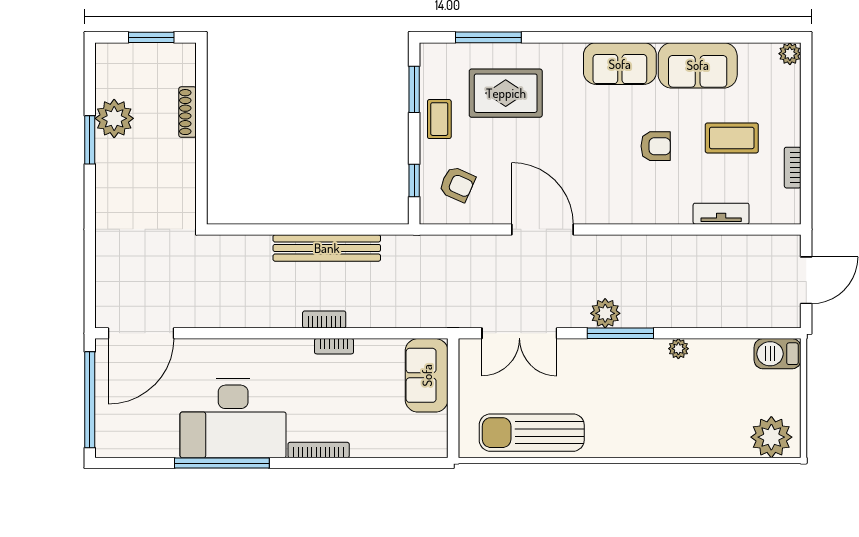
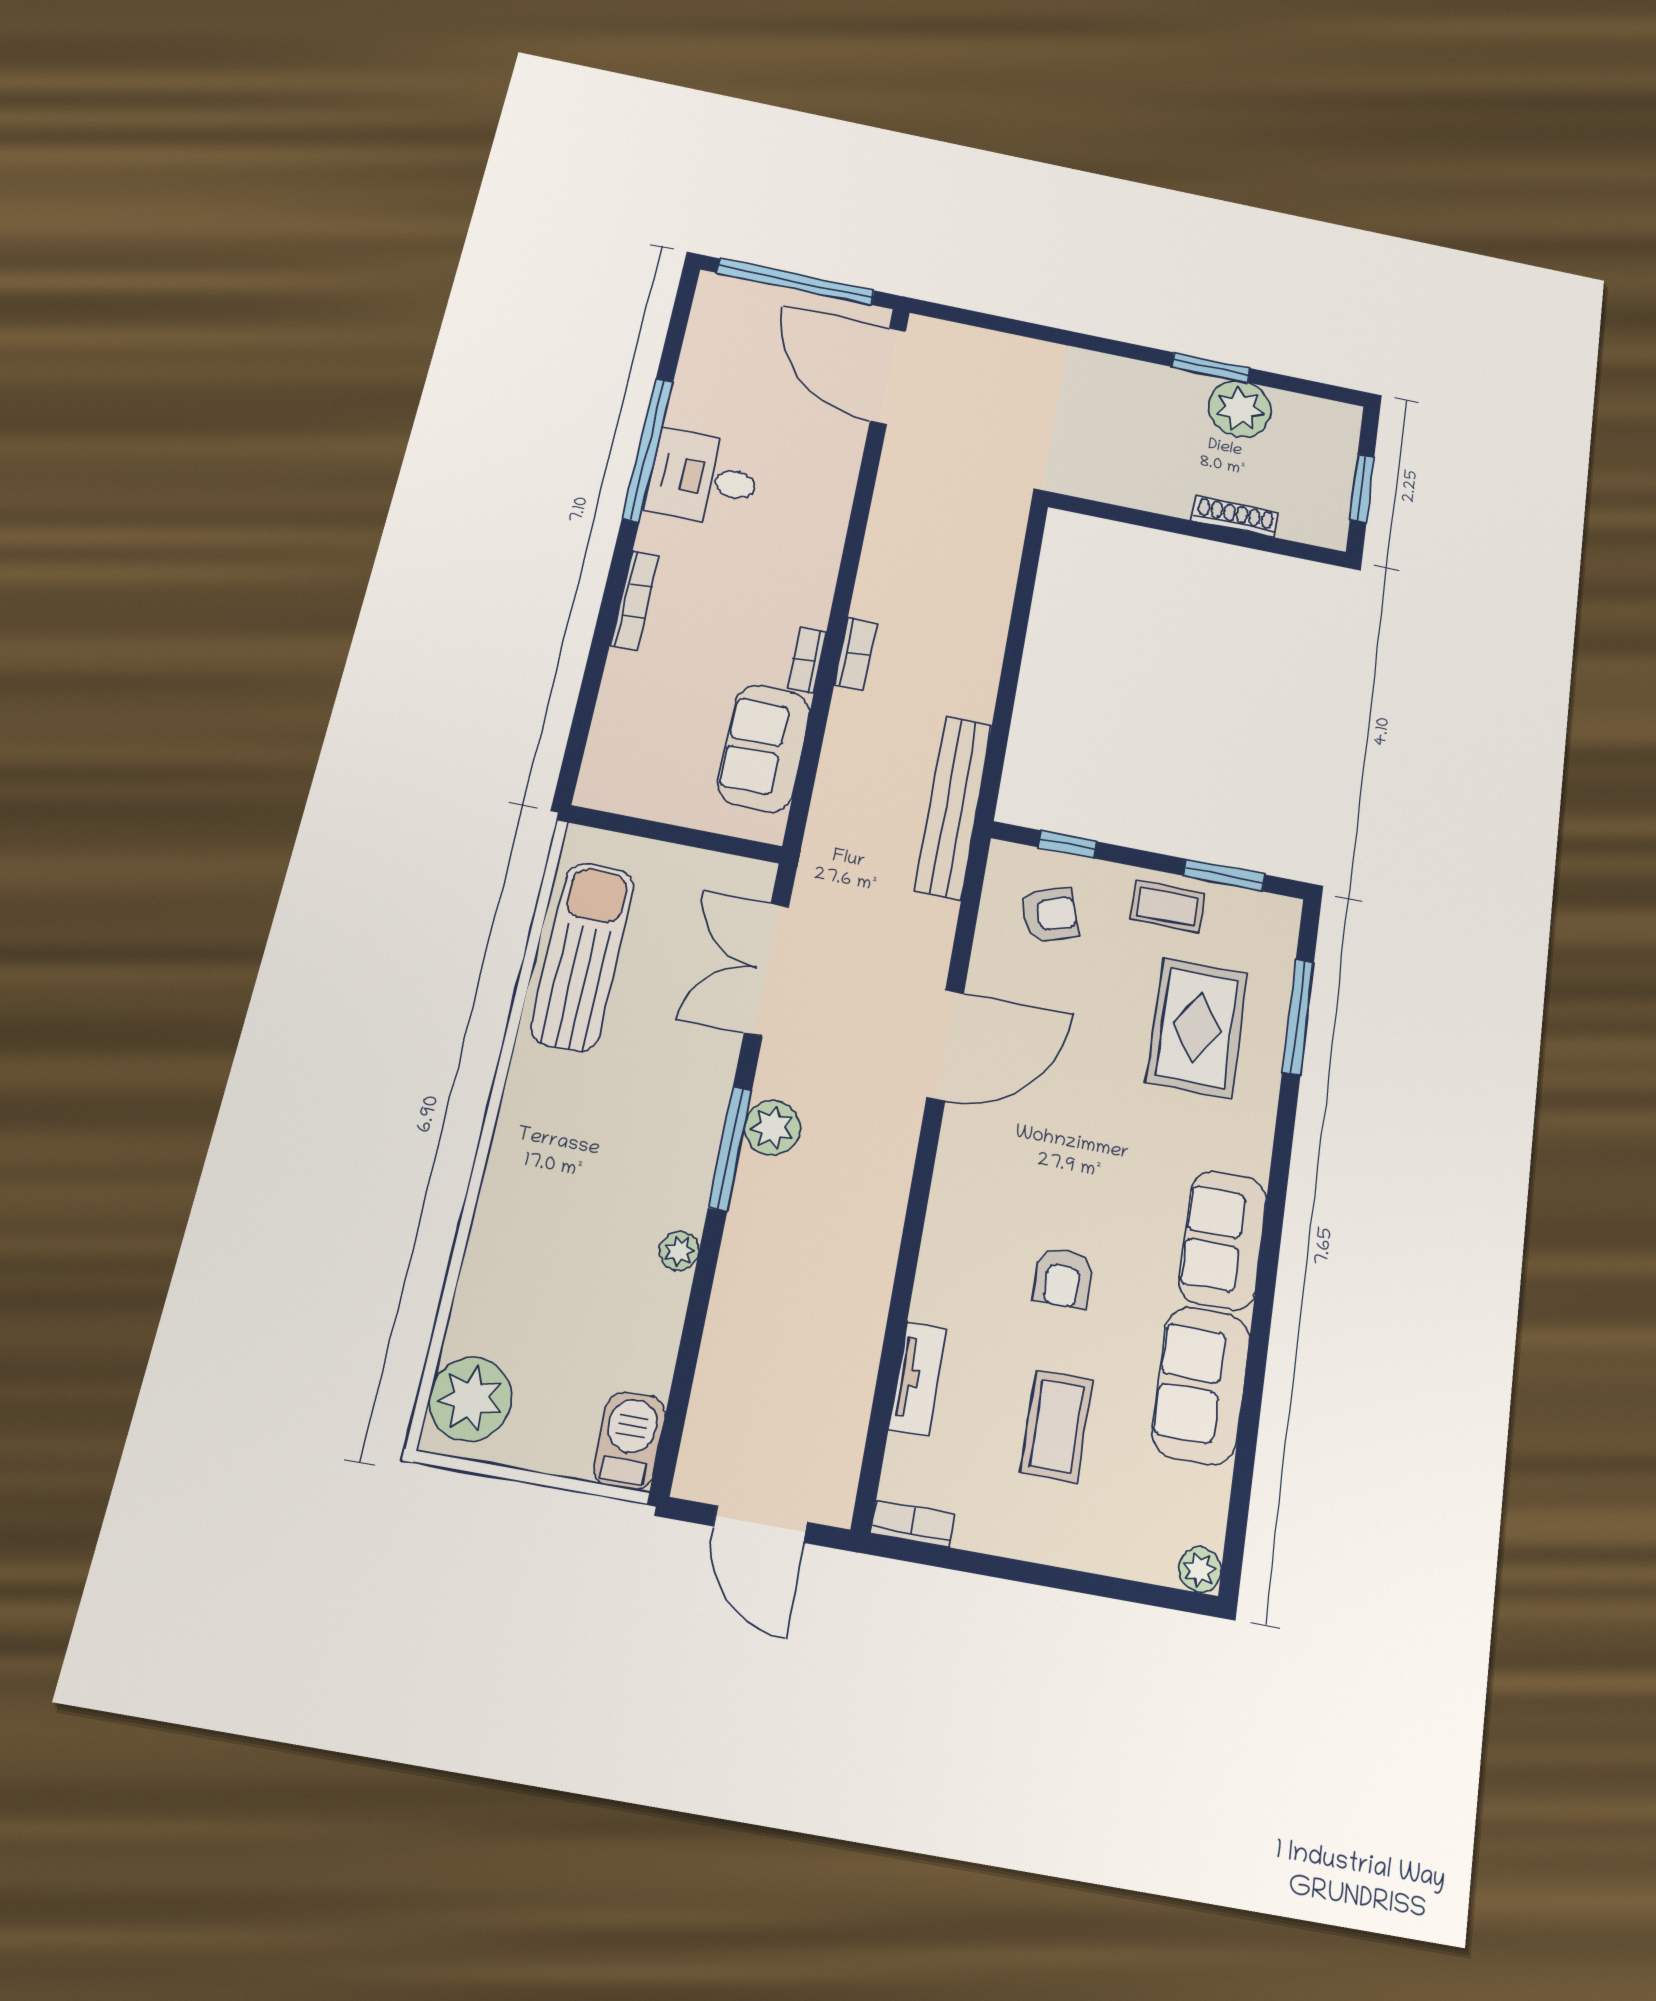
bookcase: (793, 168) -> (913, 1524), moved
armchair: (457, 184) -> (1050, 914), turned -132
bench: (327, 248) -> (954, 807), moved
sofa: (427, 375) -> (764, 748), moved, turned -90
desk: (233, 418) -> (703, 478), width x0.53, depth x0.77

